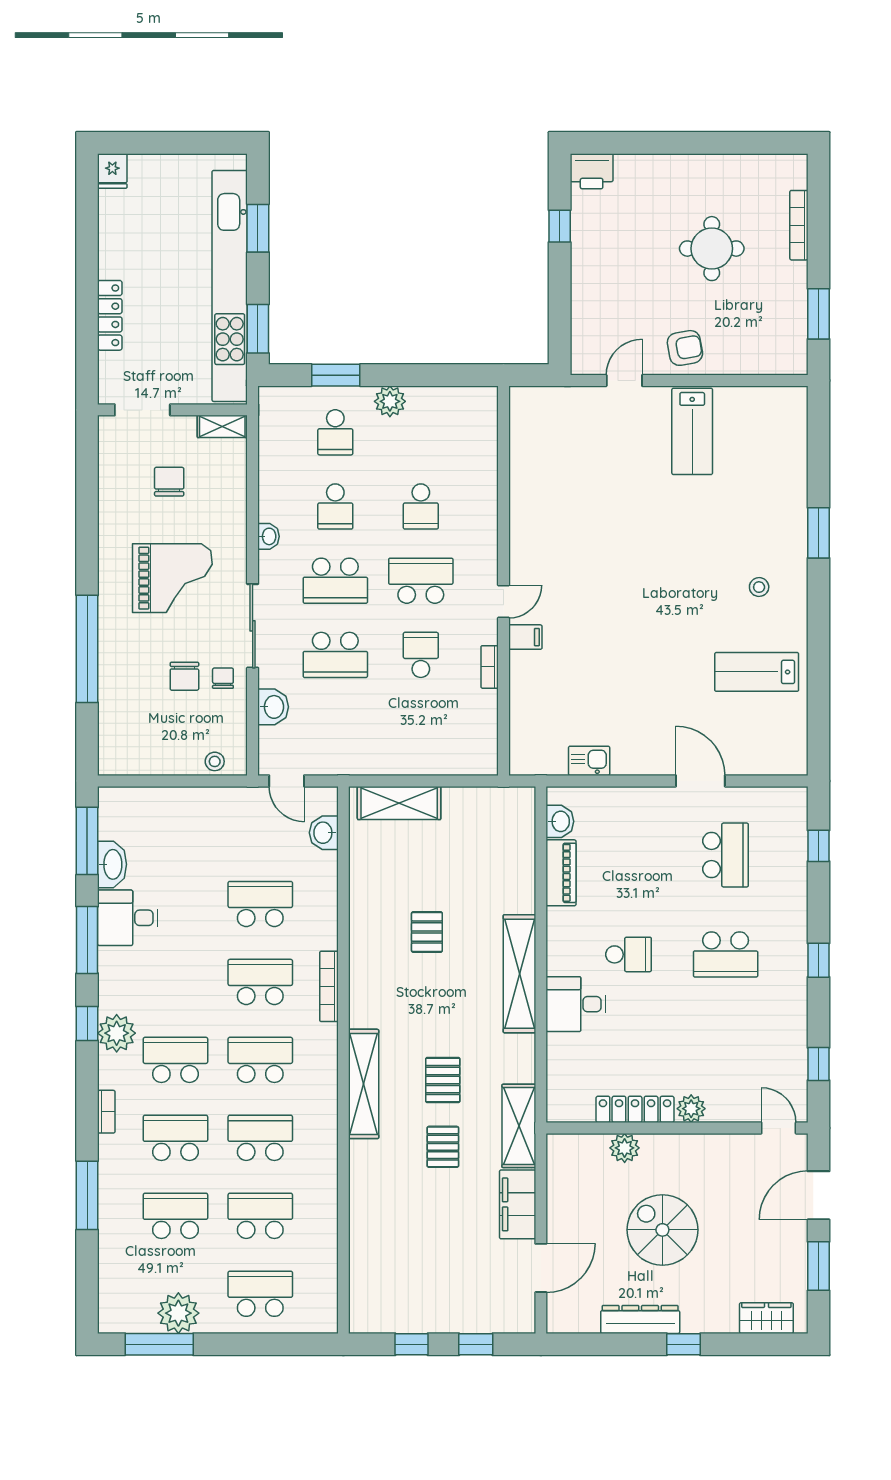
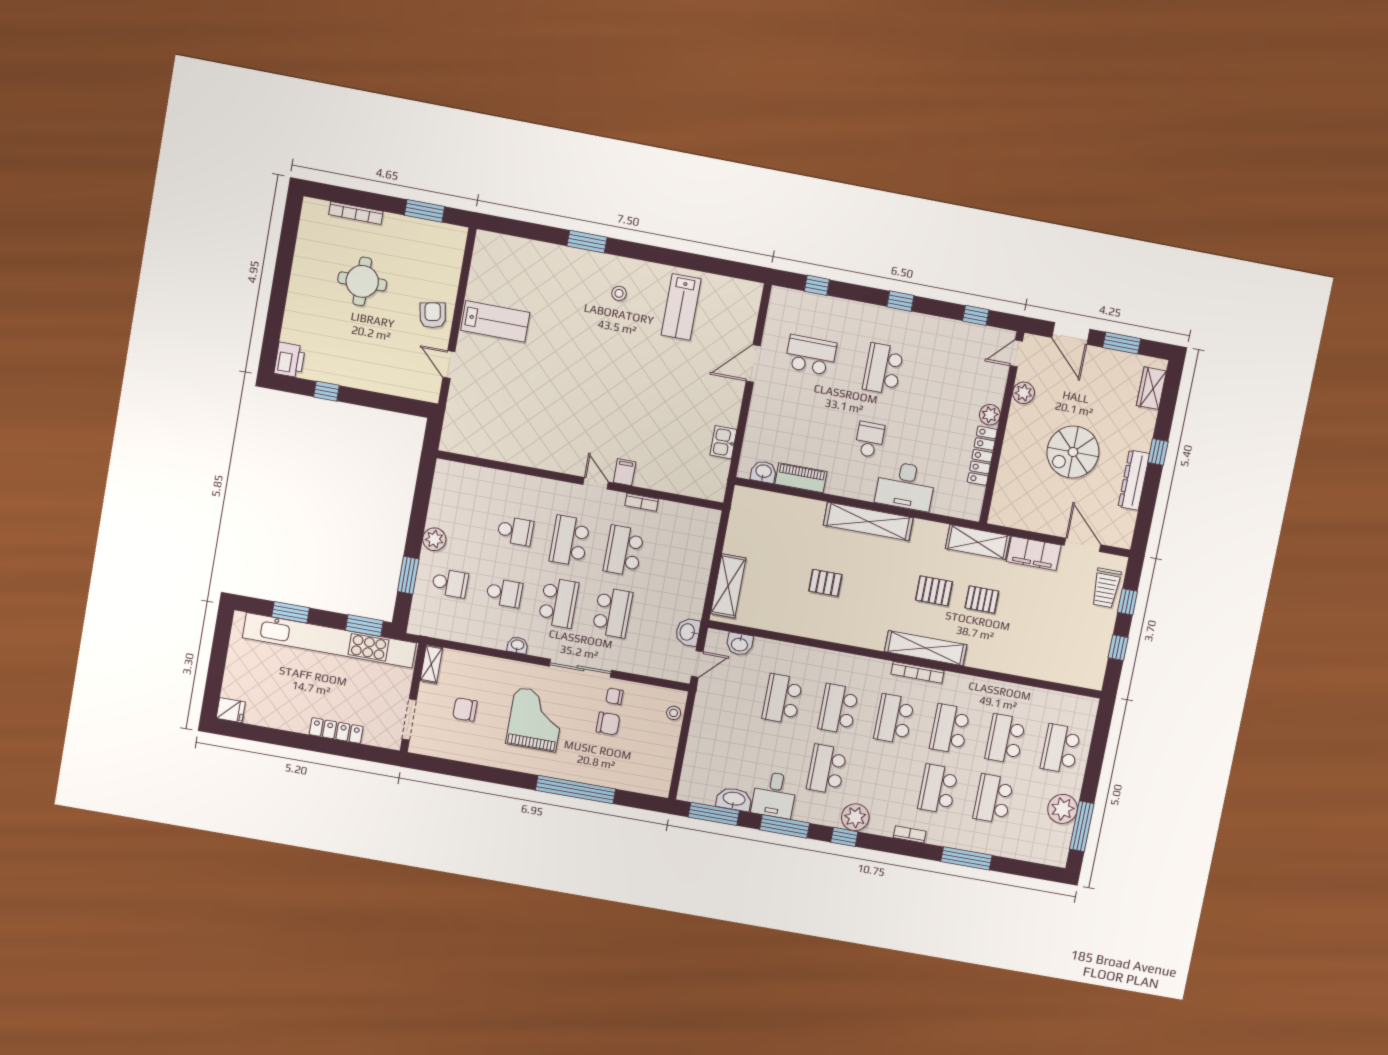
school desk: (421, 655) -> (624, 551), width x1.85
washbasin: (273, 707) -> (688, 632), moved, turned -90
school desk: (726, 954) -> (883, 369), turned 180
bookcase: (329, 986) -> (917, 672), moved
desk: (576, 1004) -> (905, 486), width x1.37
school desk: (175, 1060) -> (827, 769), moved
plant: (625, 1148) -> (1024, 393), moved
trolley: (489, 1311) -> (1106, 588), added

